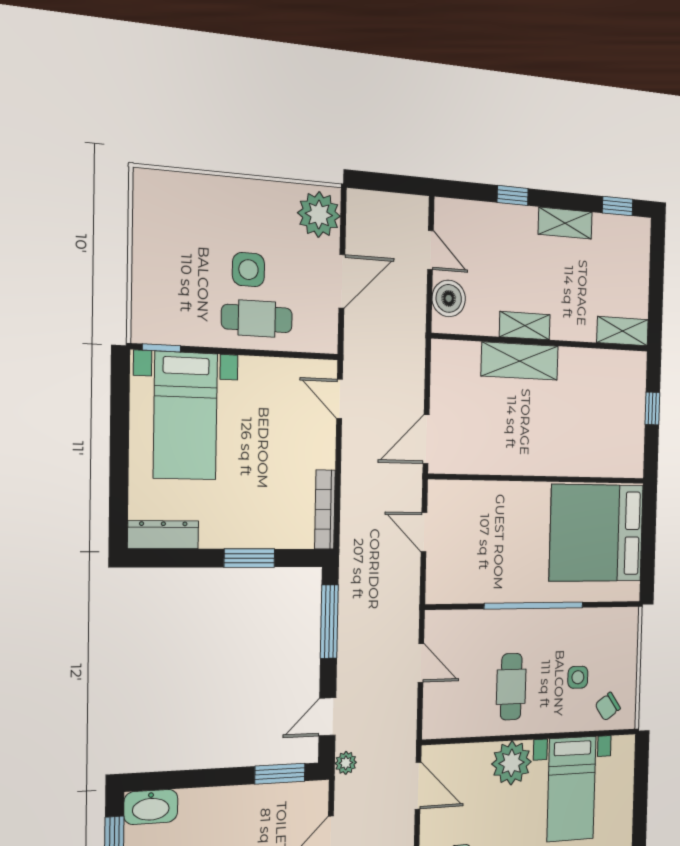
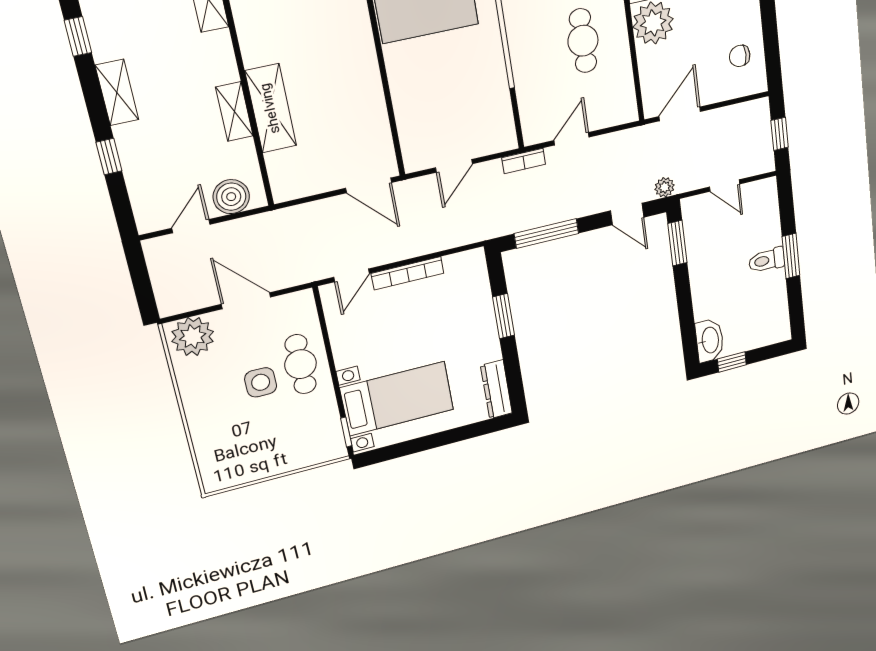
bookcase: (325, 509) -> (408, 273), moved
bookcase: (411, 607) -> (524, 161), added
cafe table: (511, 687) -> (583, 41), turned 90

